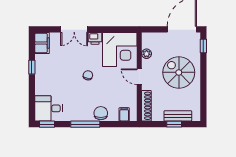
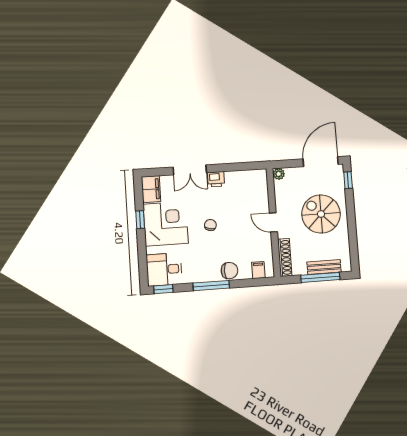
corner desk: (120, 49) -> (166, 224), moved, turned -90
plant: (147, 54) -> (279, 174), moved
chair: (101, 113) -> (229, 271), turned 90
window: (174, 124) -> (320, 277), width x2.17

